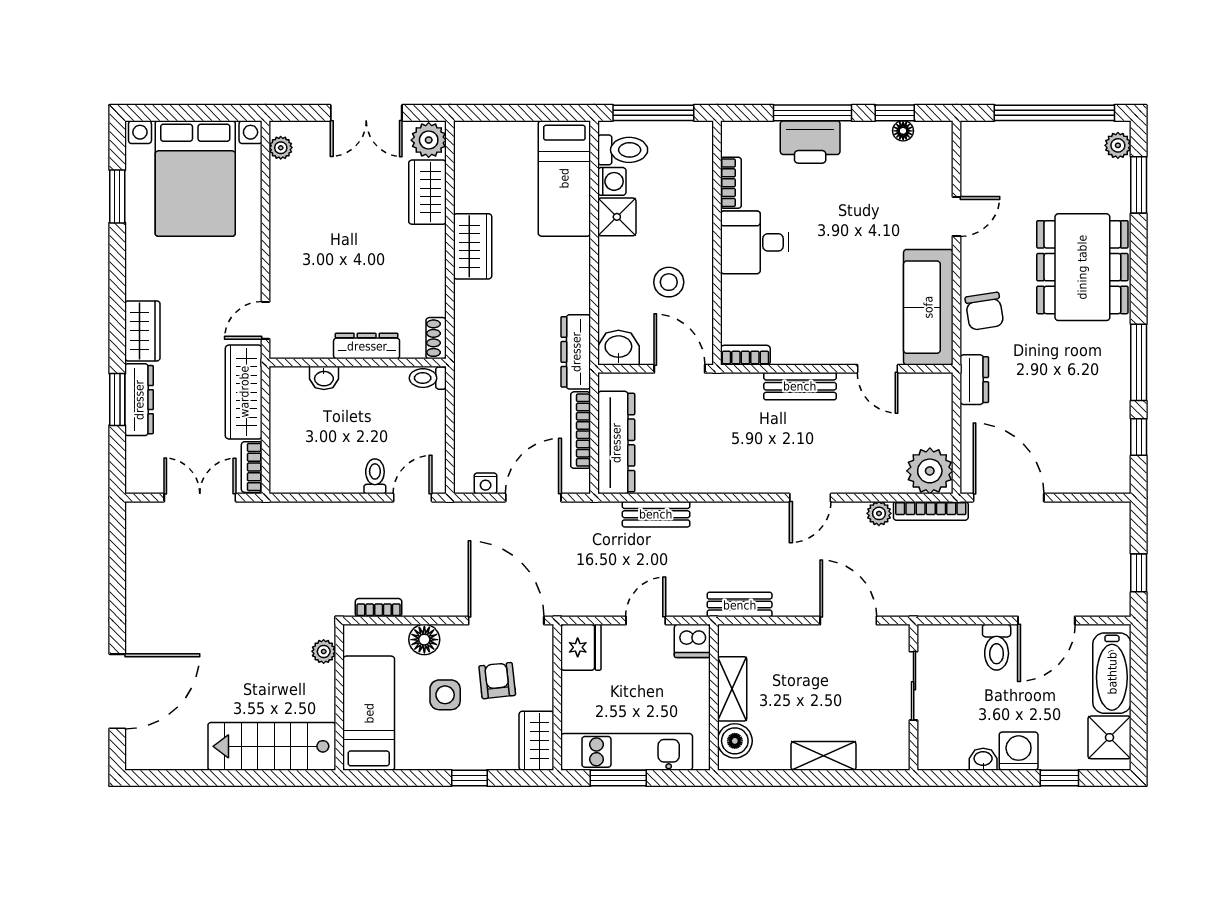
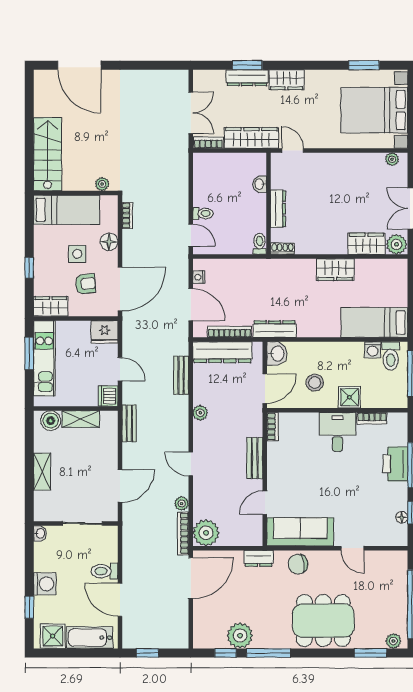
shower: (617, 217) -> (349, 397), moved
plant: (1109, 412) -> (240, 636), added
plant: (721, 481) -> (200, 413), added
washbasin: (983, 759) -> (40, 533), moved

